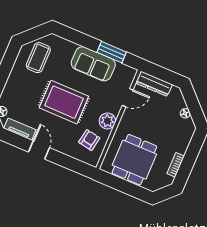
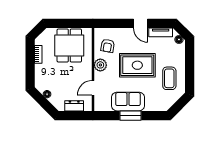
window: (112, 52) -> (131, 116), moved
coffee table: (38, 58) -> (169, 78), moved
dresser: (154, 84) -> (74, 106), width x0.70

